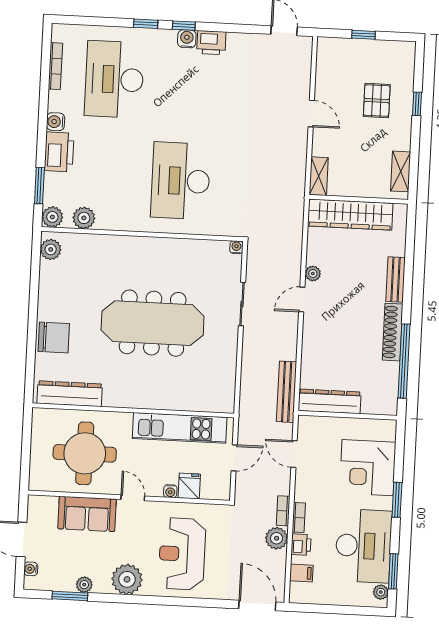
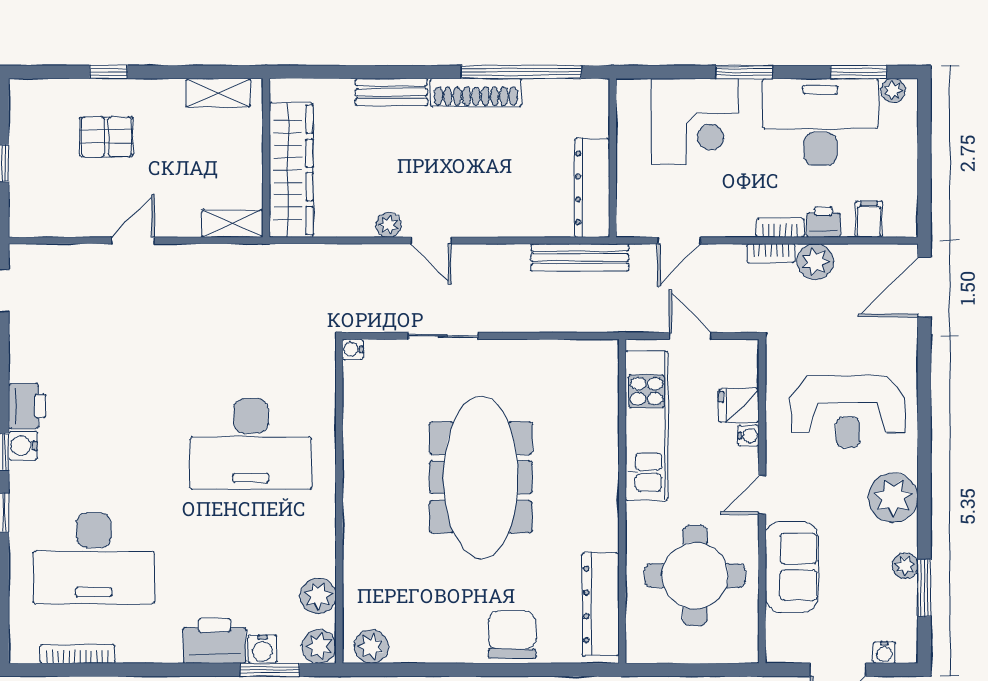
water cooler: (56, 122) -> (263, 649), moved

